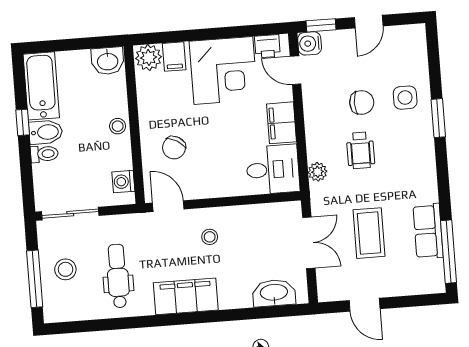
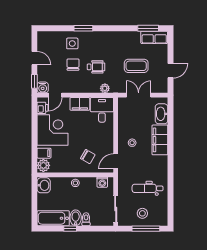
row of seats: (428, 231) -> (154, 37), moved
window: (449, 252) -> (148, 28), width x0.69
filing cabinet: (186, 296) -> (160, 140), moved

